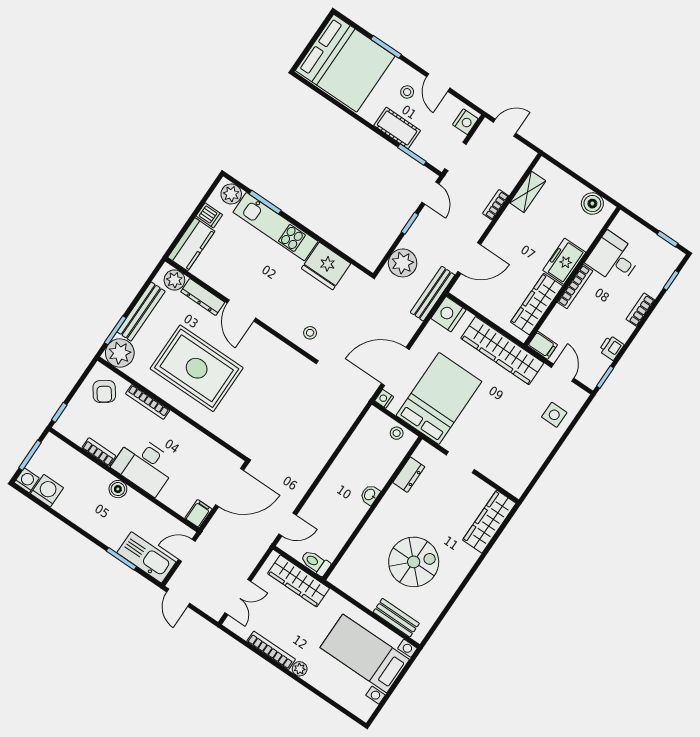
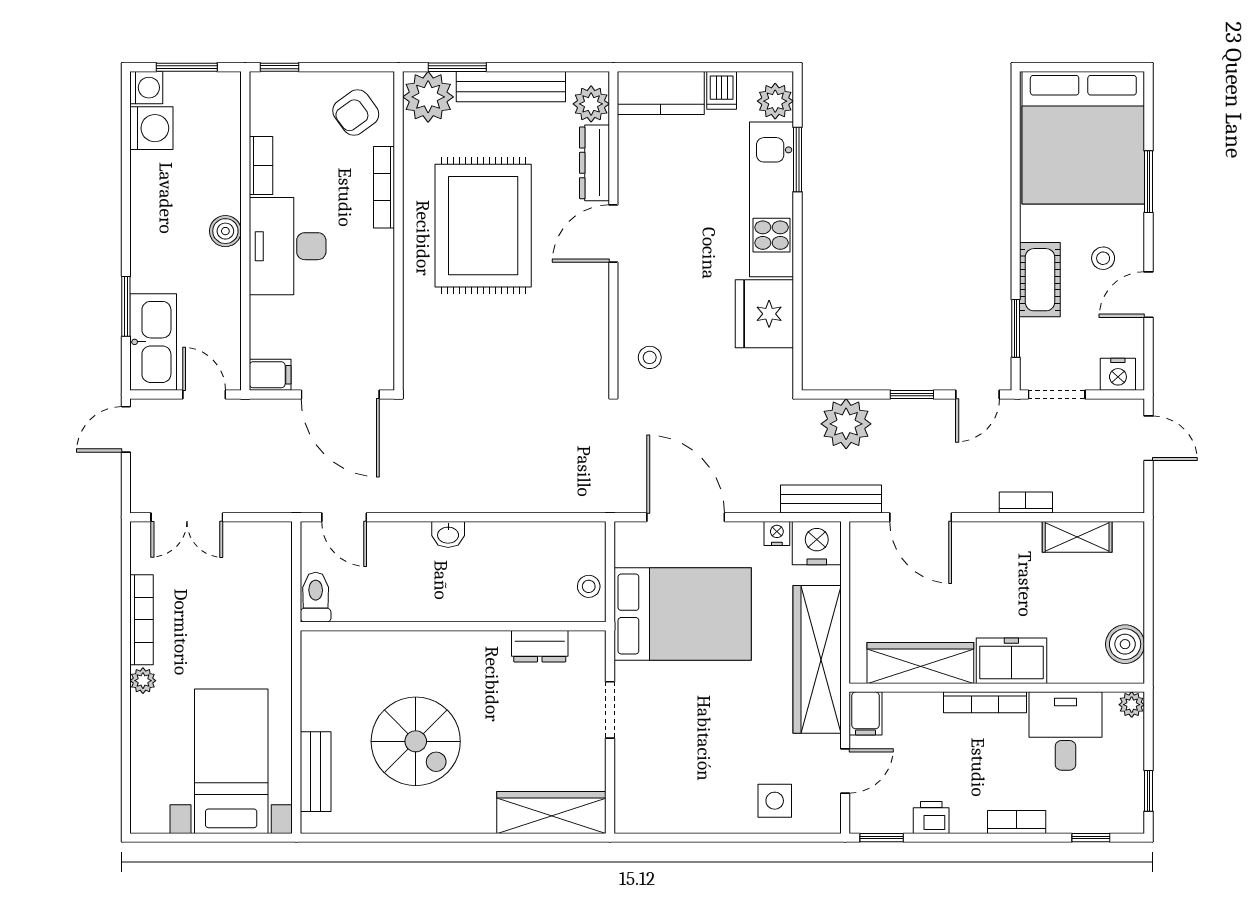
plant: (622, 220) -> (1132, 705), added
nightstand: (384, 399) -> (777, 533), moved
washbasin: (370, 495) -> (448, 534), moved, turned 180
wardrobe: (299, 581) -> (272, 590), removed

